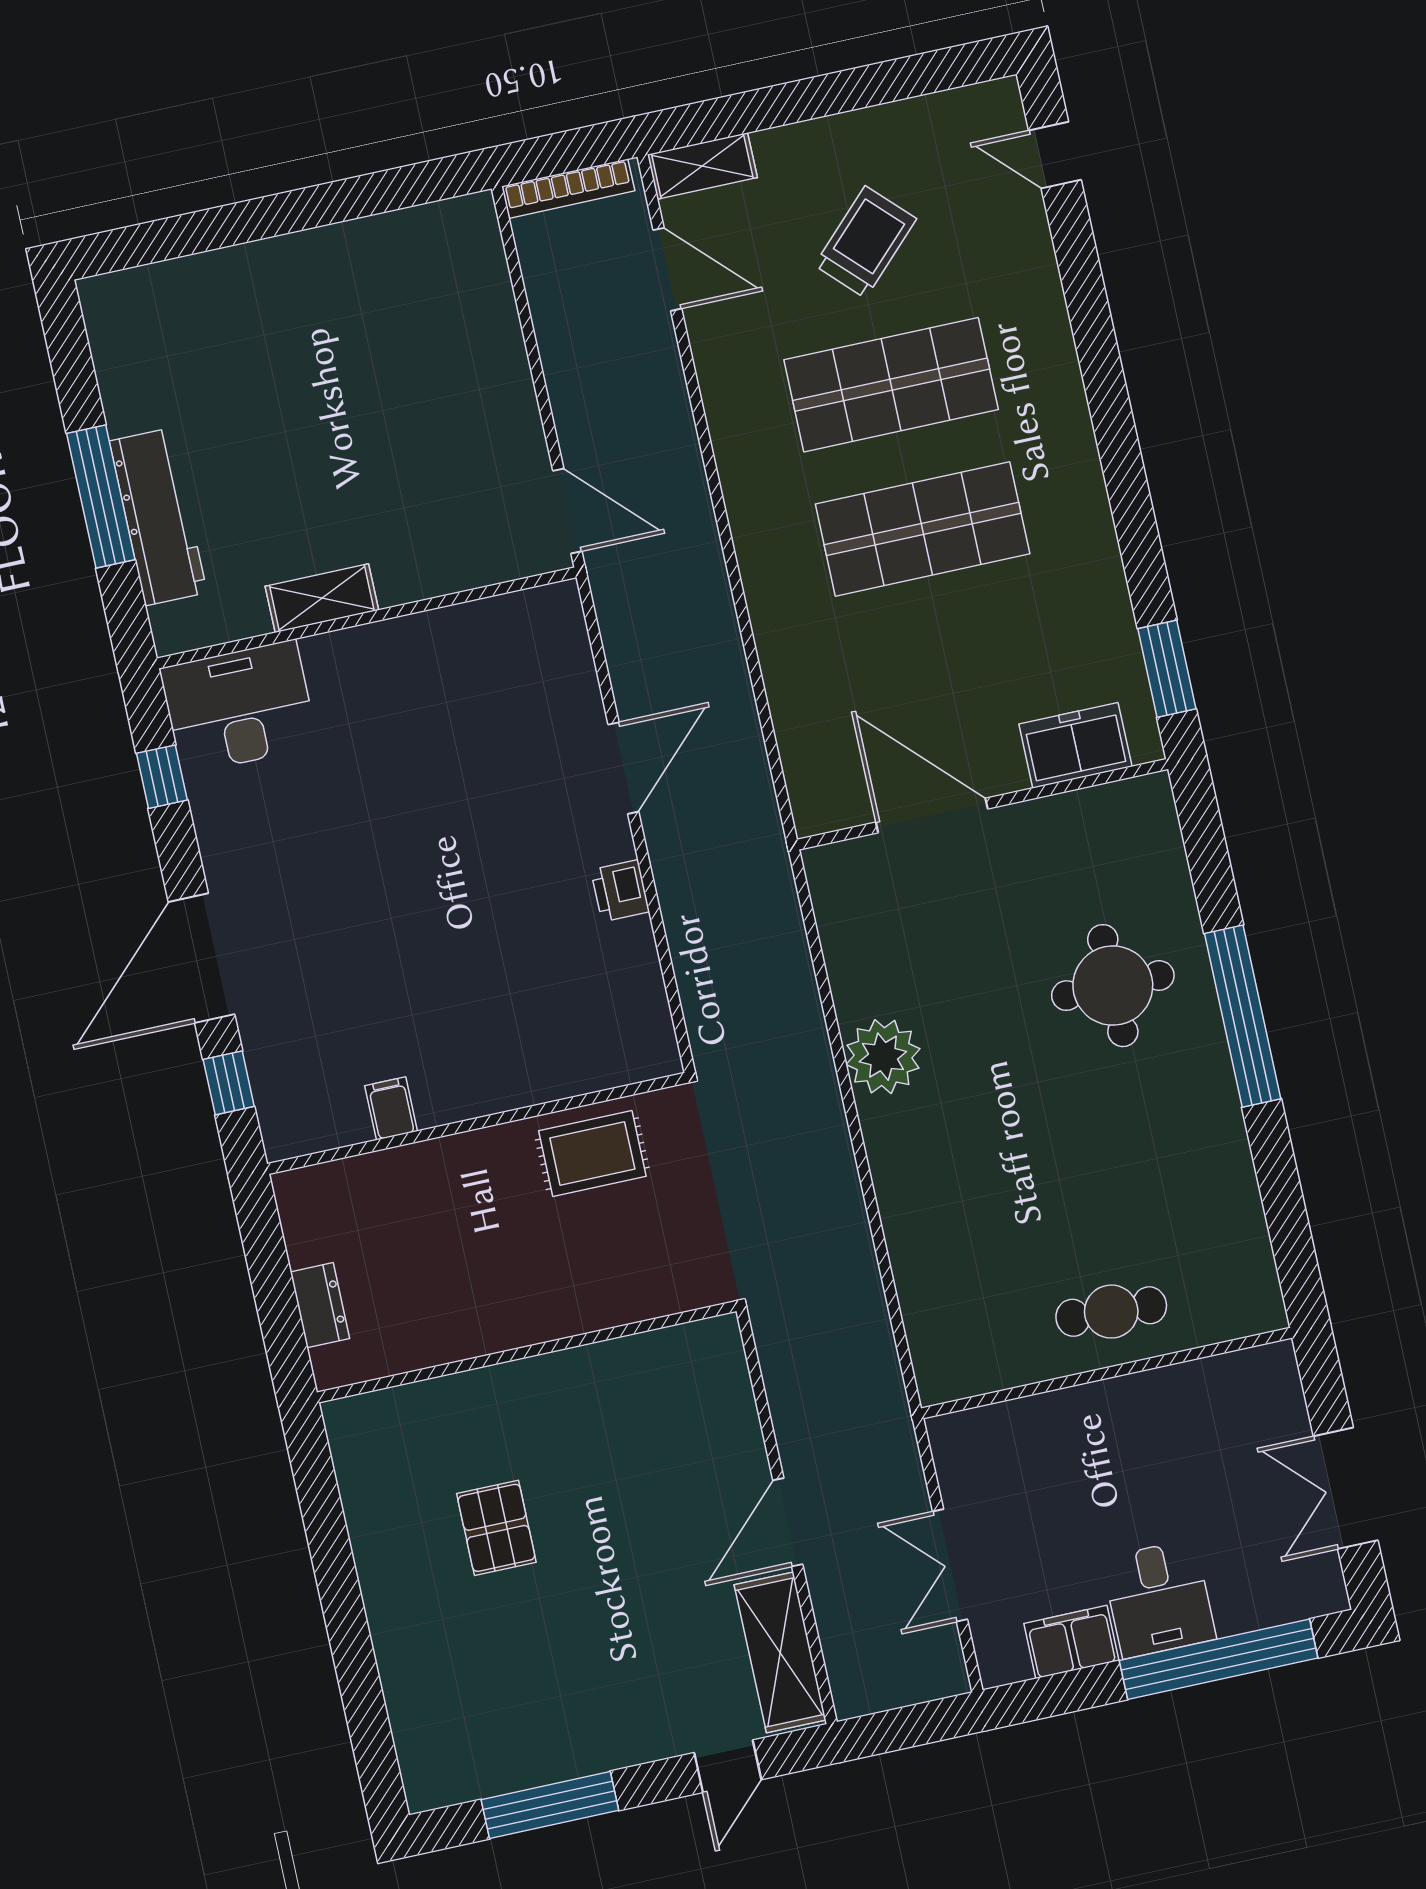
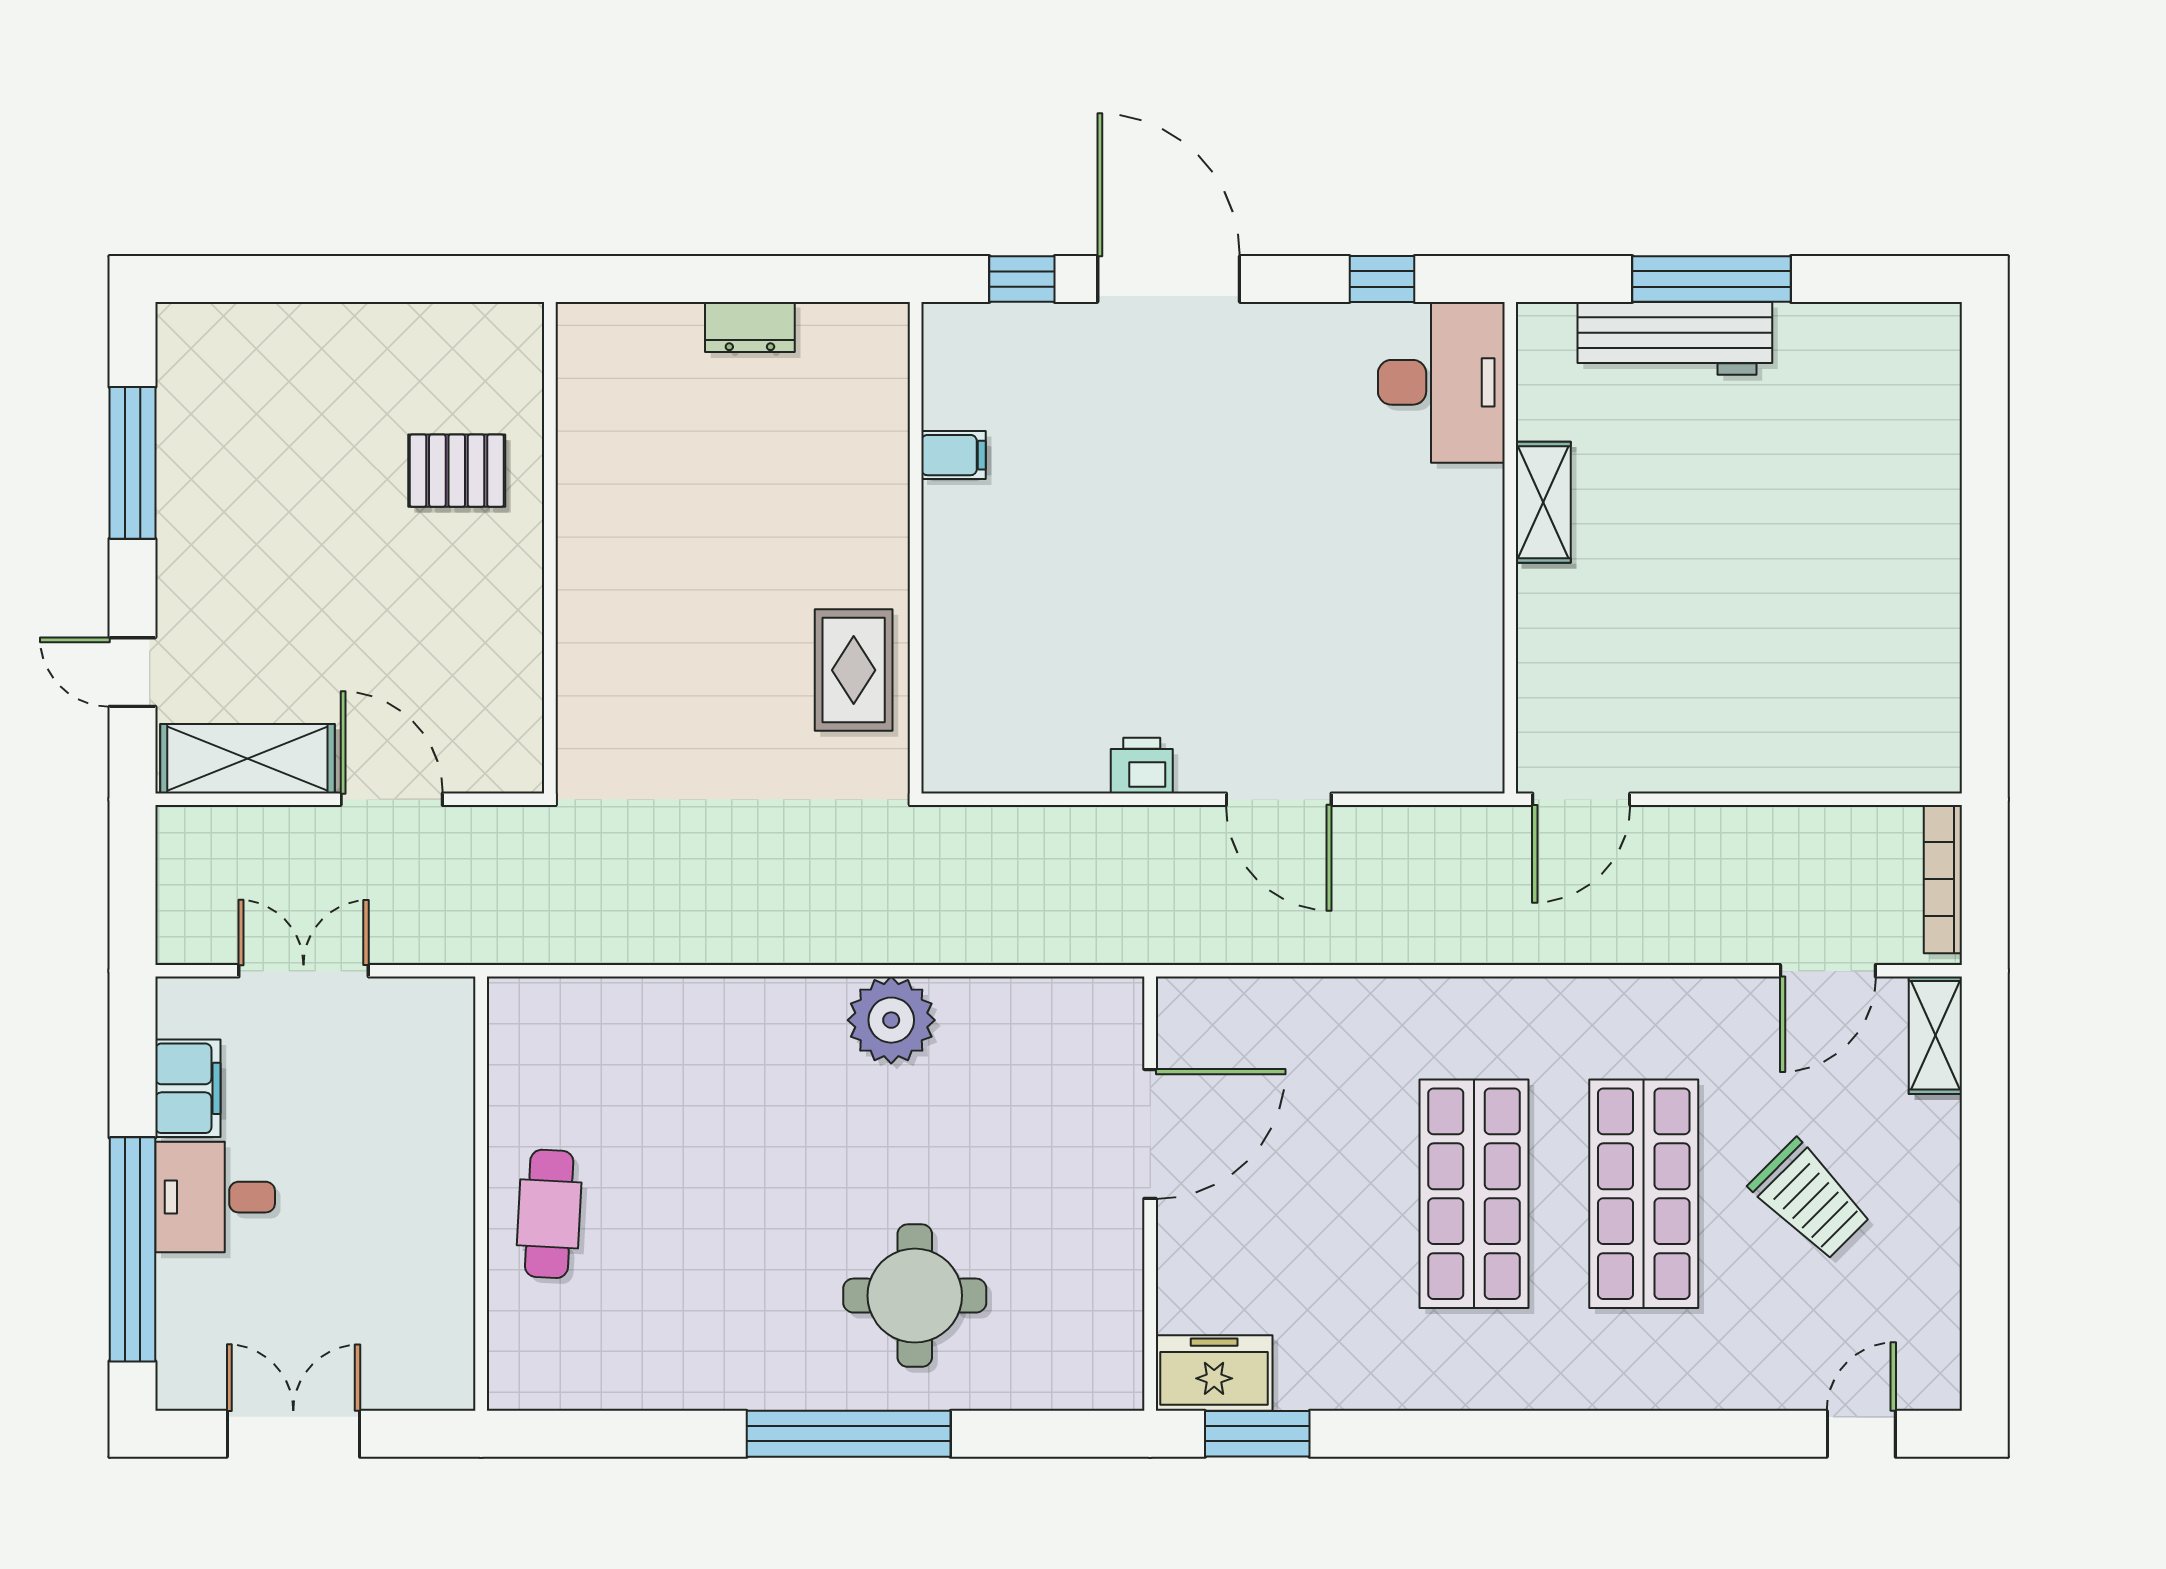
freezer: (1075, 745) -> (1214, 1373), moved, turned -90
wall: (527, 1352) -> (550, 548), moved

